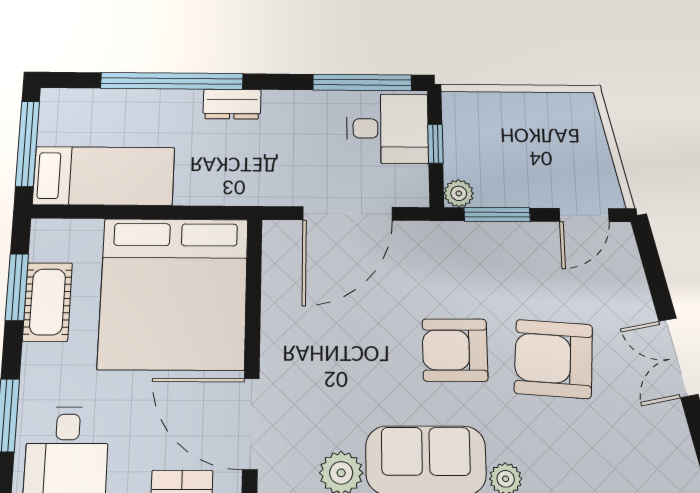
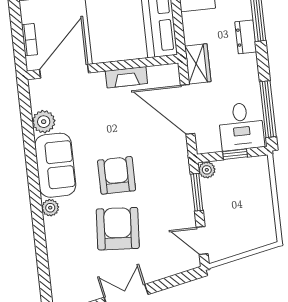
wardrobe: (268, 187) -> (198, 64), added
fireplace: (277, 312) -> (126, 77), added

